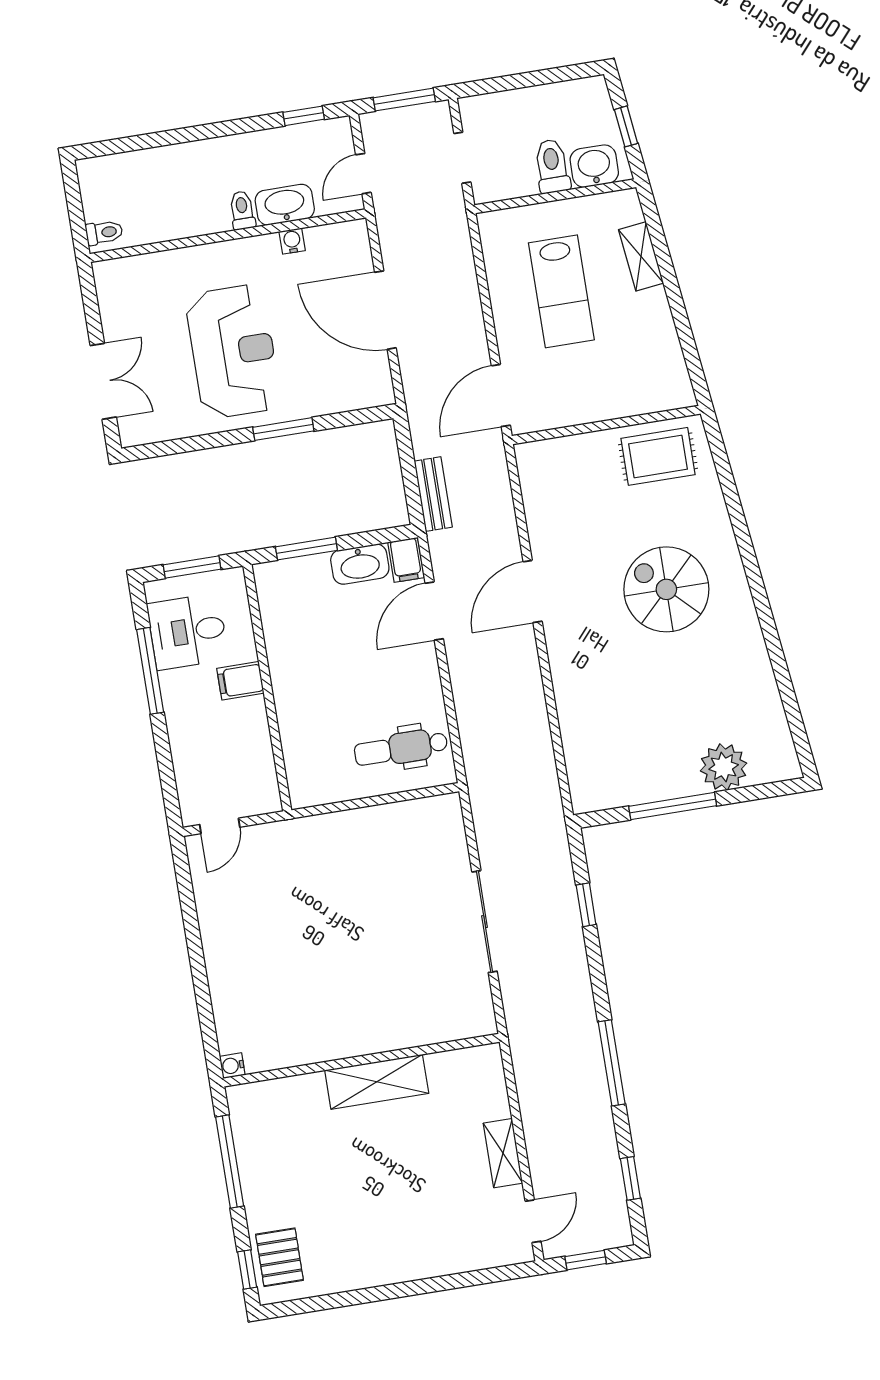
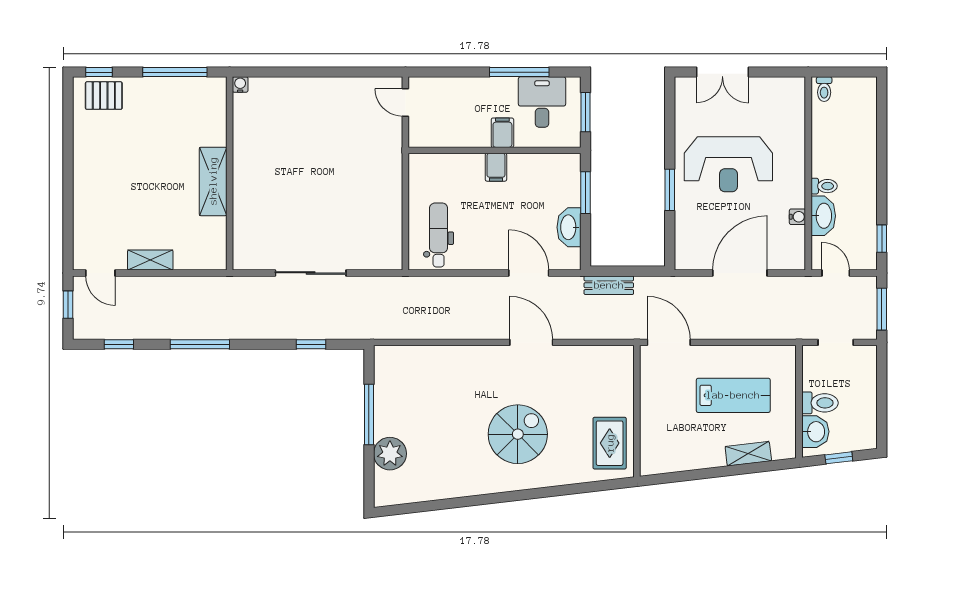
lab bench: (561, 291) -> (733, 395), turned 180
filing cabinet: (406, 560) -> (496, 167), moved, turned -90

